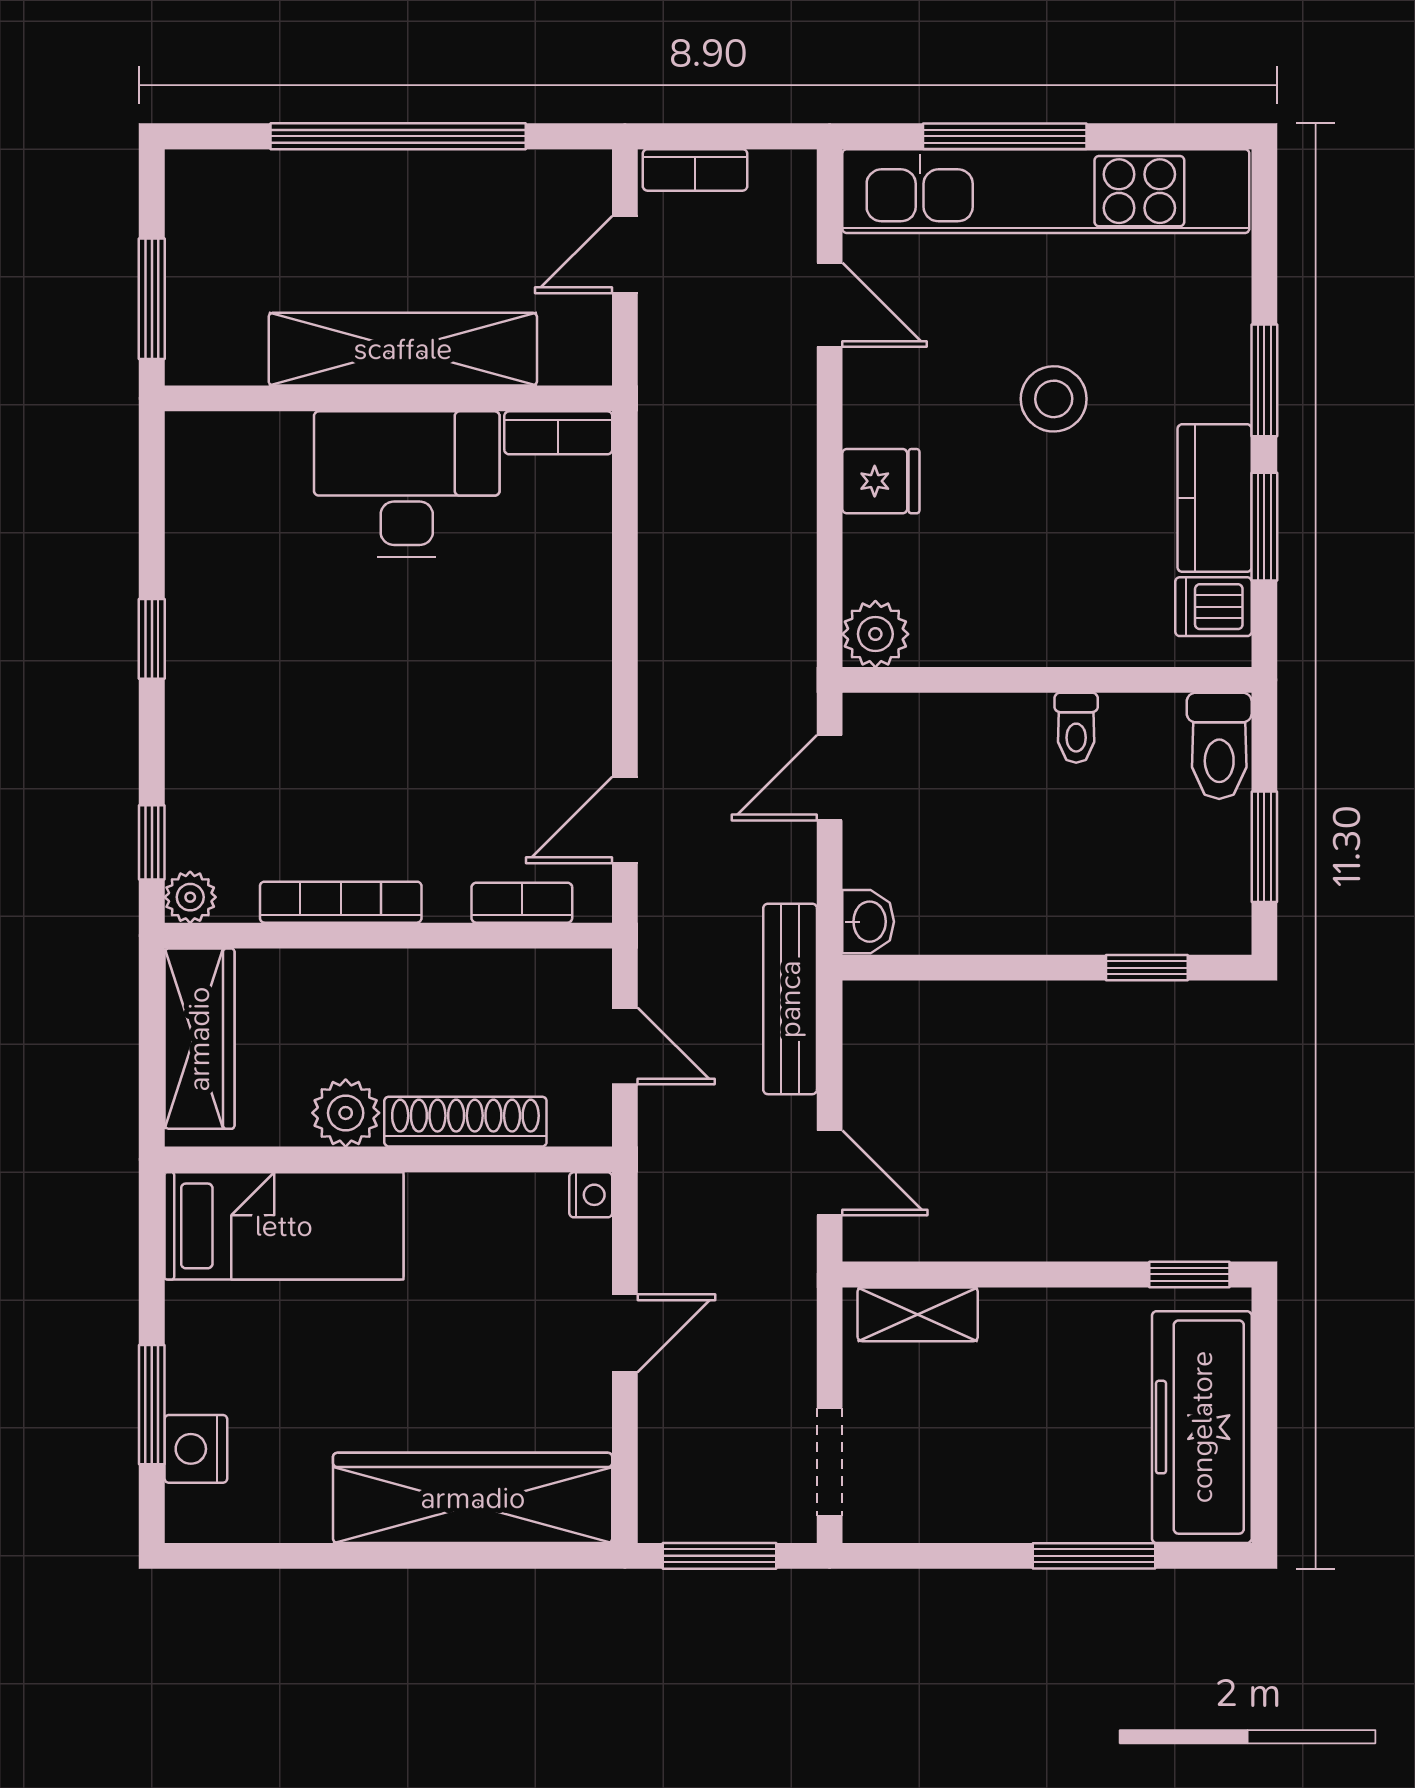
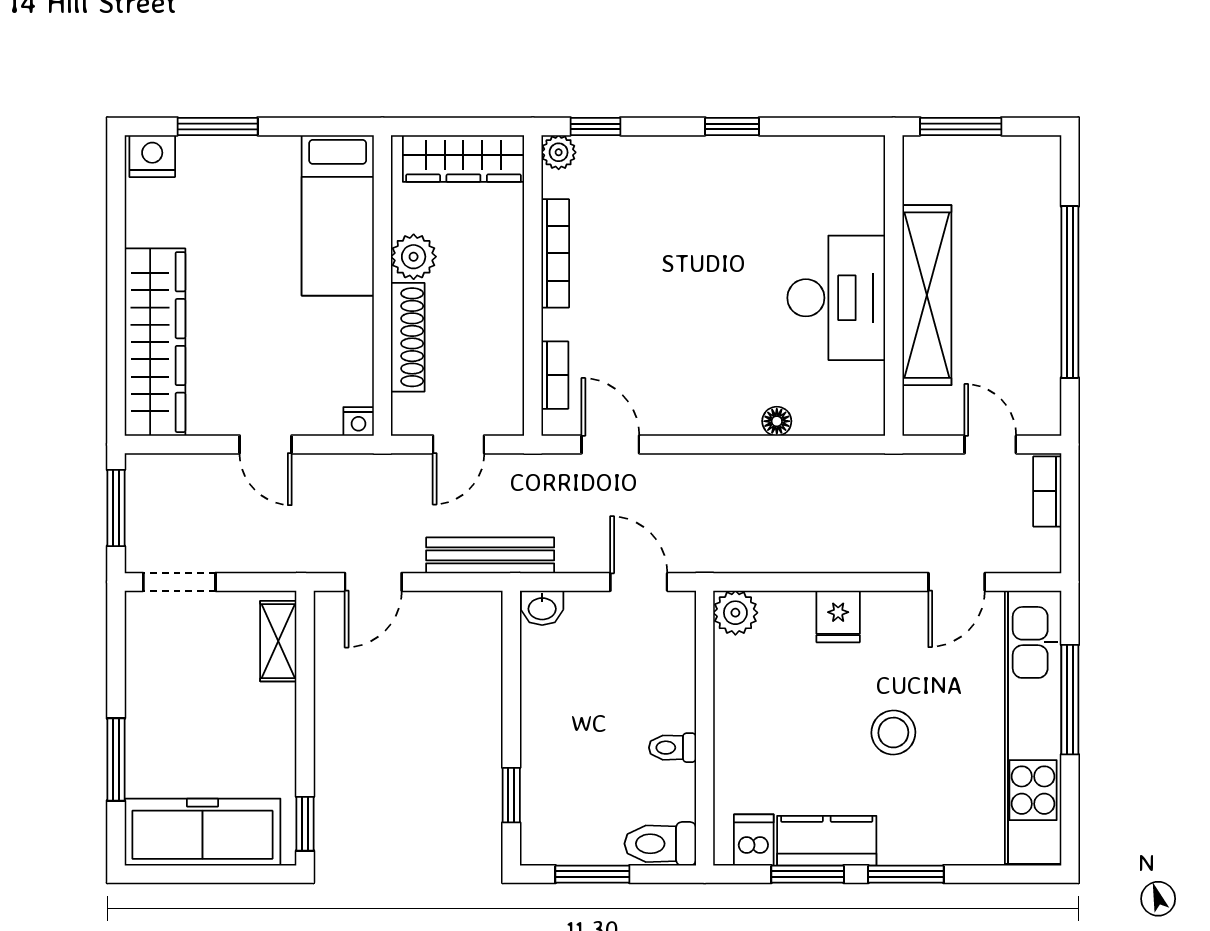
bookcase: (558, 433) -> (871, 400), removed
floor lamp: (590, 572) -> (777, 421), added
nightstand: (196, 1449) -> (152, 156), moved

